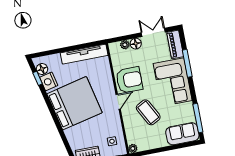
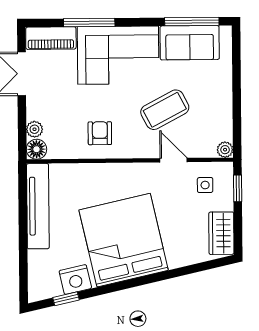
floor lamp: (136, 44) -> (37, 149), moved
floor lamp: (42, 69) -> (51, 288), removed
armchair: (129, 80) -> (100, 133), width x0.53, depth x0.53
door: (118, 102) -> (173, 160), moved
sofa: (182, 134) -> (190, 43), moved, turned -90

